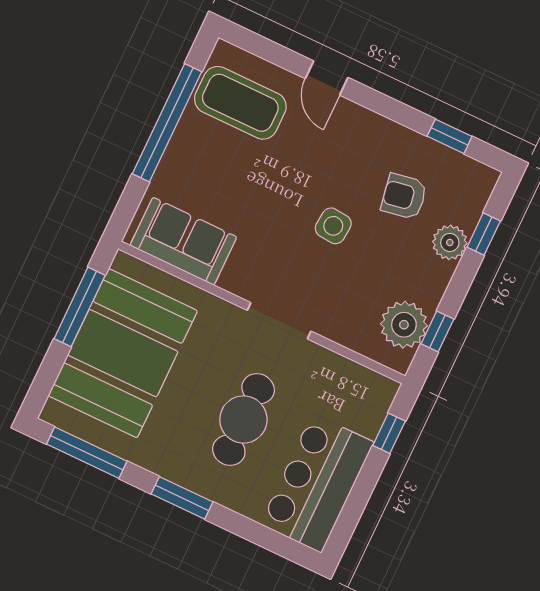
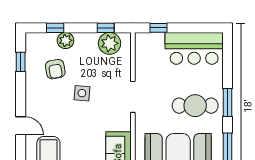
door: (327, 78) -> (21, 126), hinge flipped
cafe table: (243, 419) -> (195, 106), moved

